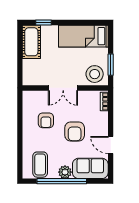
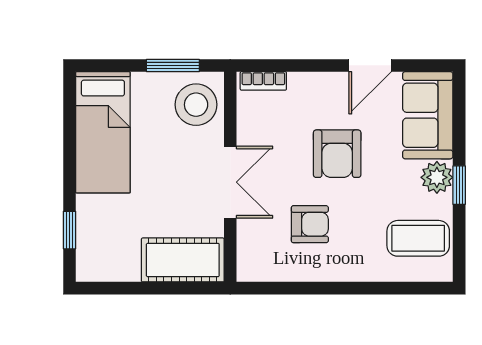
cot: (31, 42) -> (183, 260), moved
armchair: (75, 132) -> (337, 154), turned 90
window: (62, 181) -> (459, 185), width x0.32

